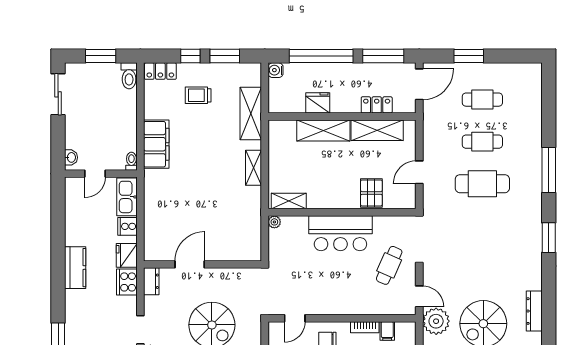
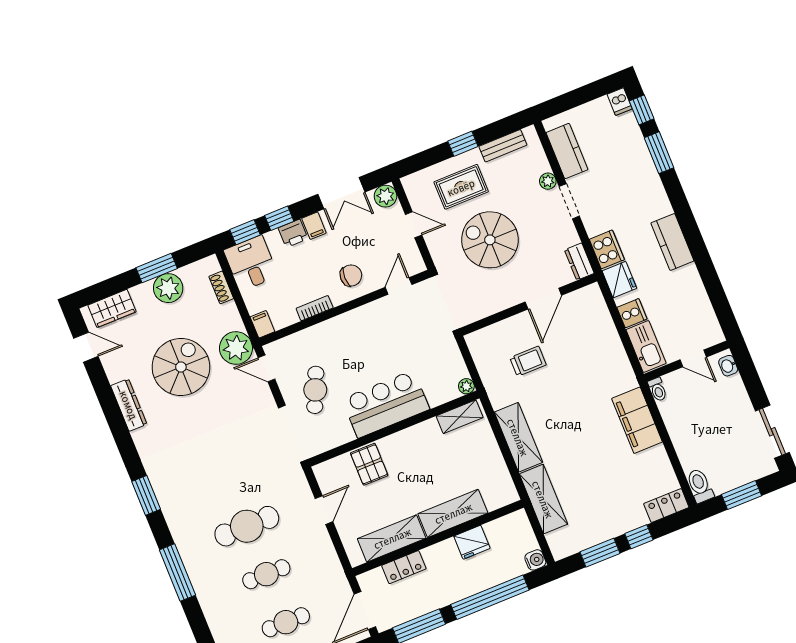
trolley: (198, 95) -> (528, 361), moved
shelving: (253, 168) -> (518, 437), width x1.50, depth x1.33
door: (95, 174) -> (693, 358), swing flipped
filing cabinet: (387, 331) -> (262, 324), moved

